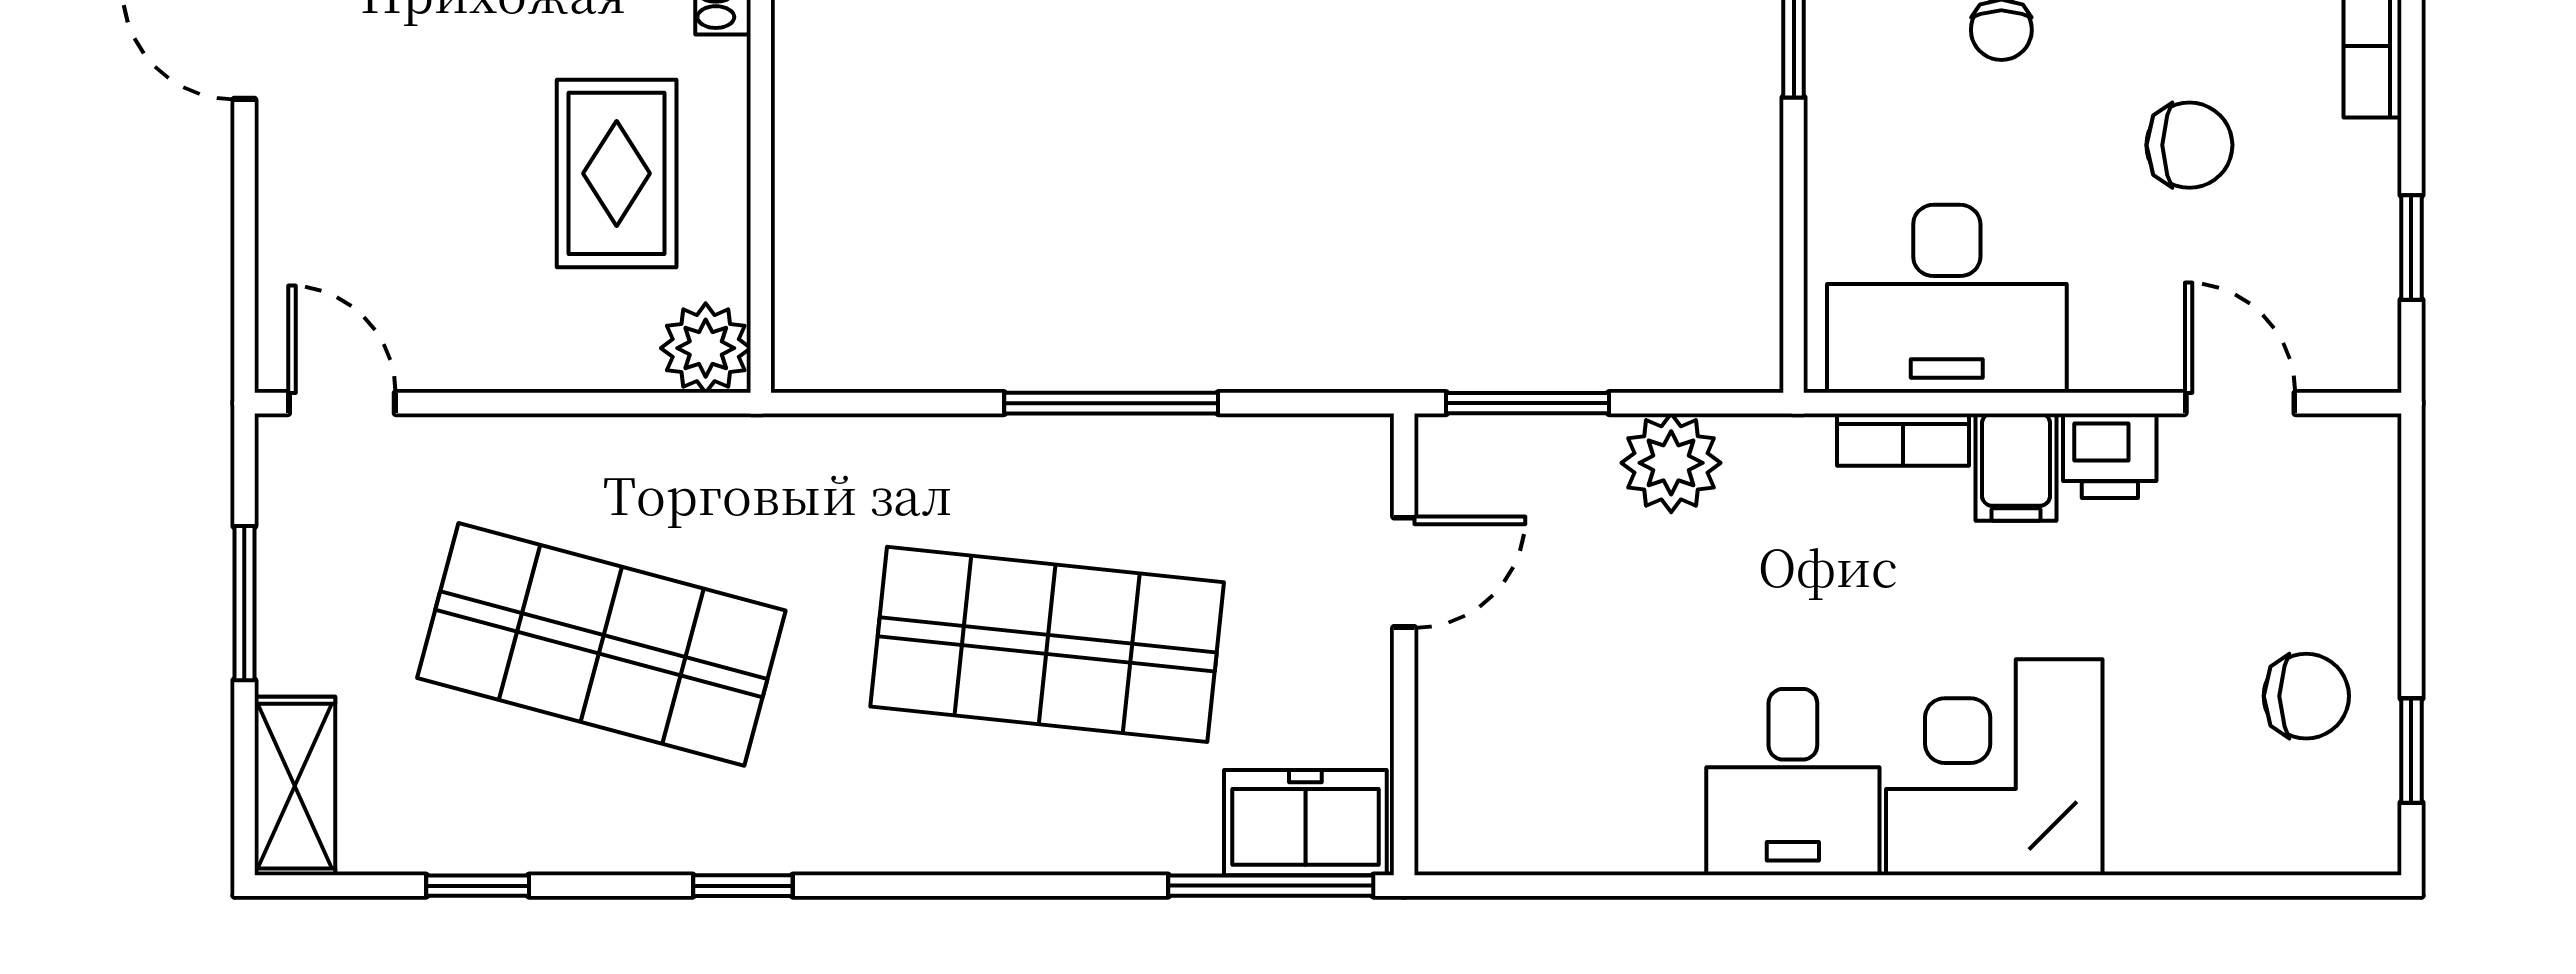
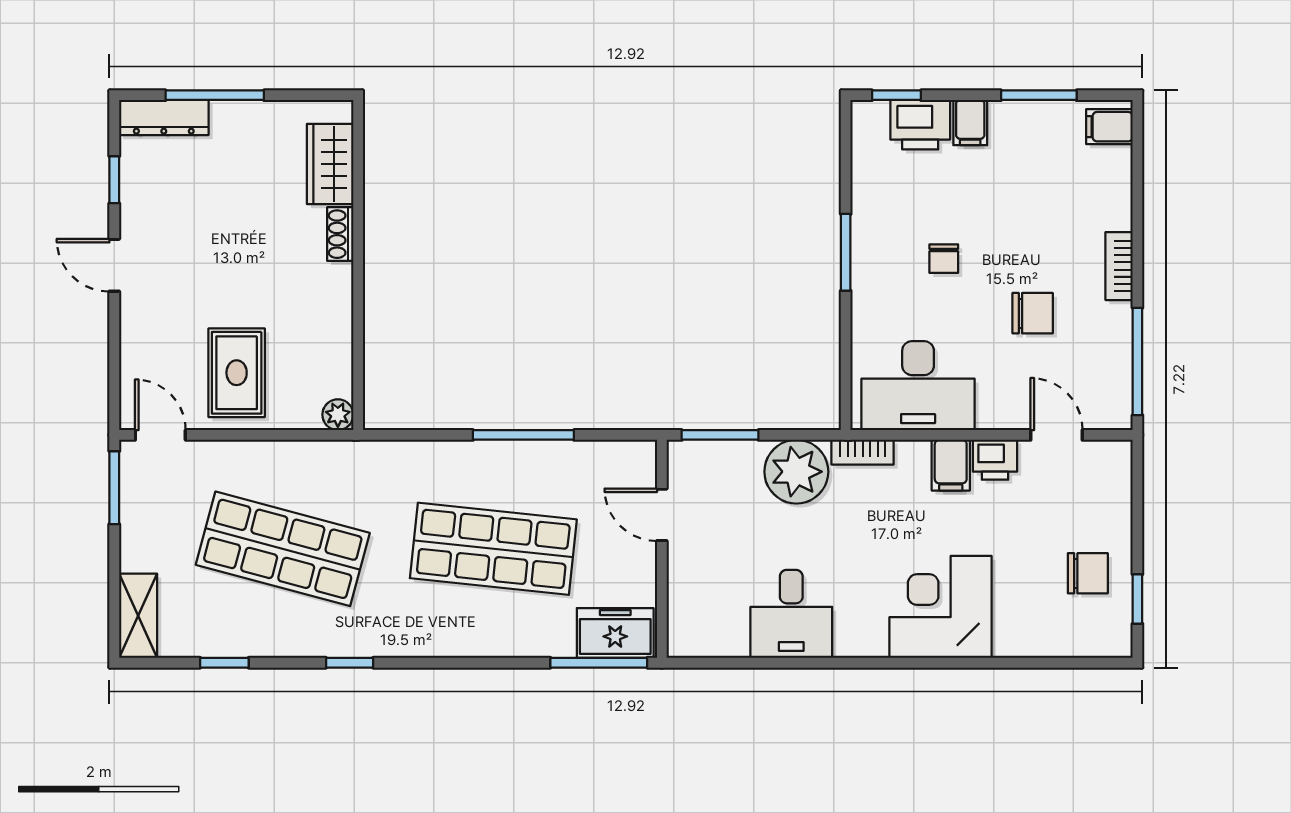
rug: (617, 173) -> (237, 373), moved
window: (2411, 248) -> (1137, 361), width x2.17
plant: (706, 348) -> (338, 415), width x0.73, depth x0.73
bookcase: (1903, 440) -> (863, 452), moved
plant: (1671, 463) -> (796, 472), width x1.36, depth x1.36
door: (1404, 572) -> (662, 515), swing flipped
window: (244, 603) -> (114, 488), moved
desk: (1793, 782) -> (791, 614), moved

